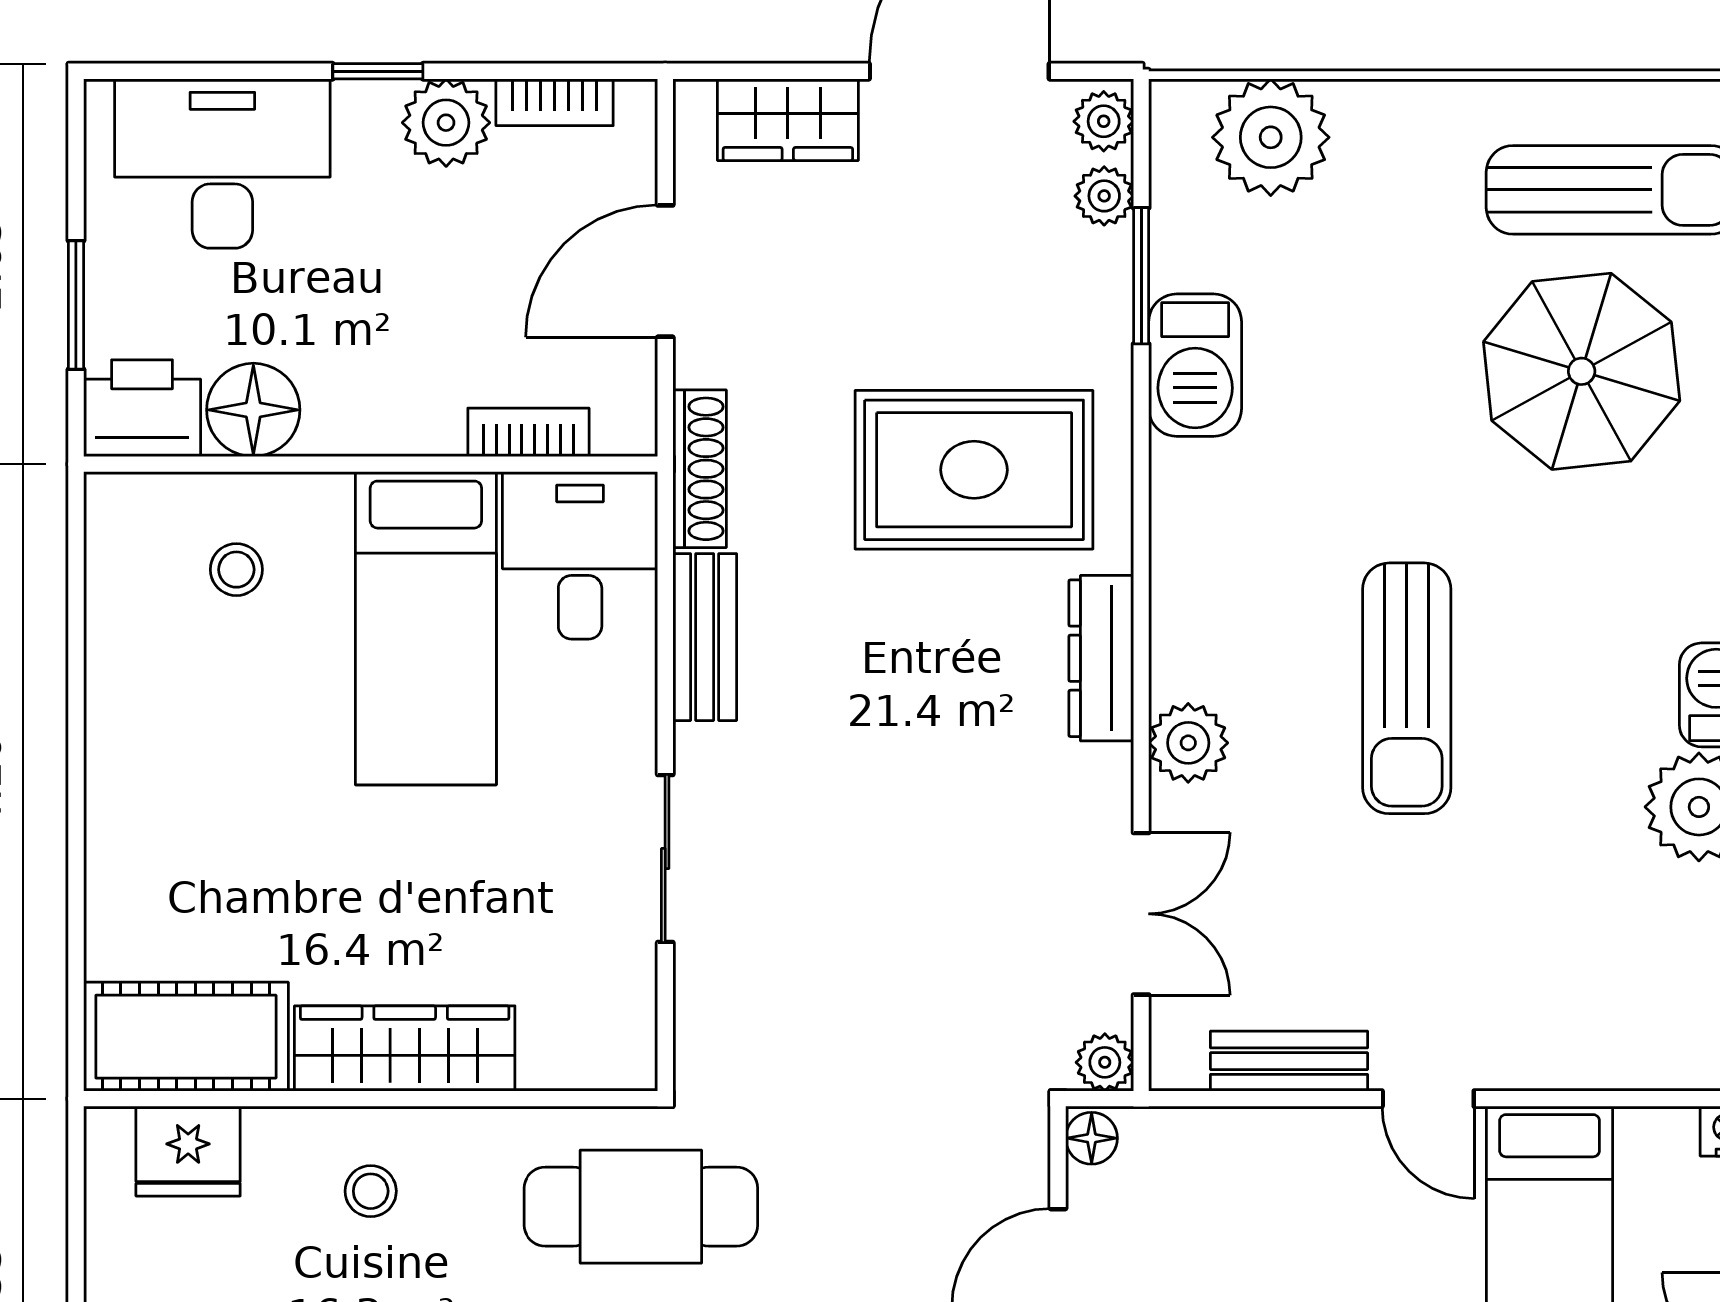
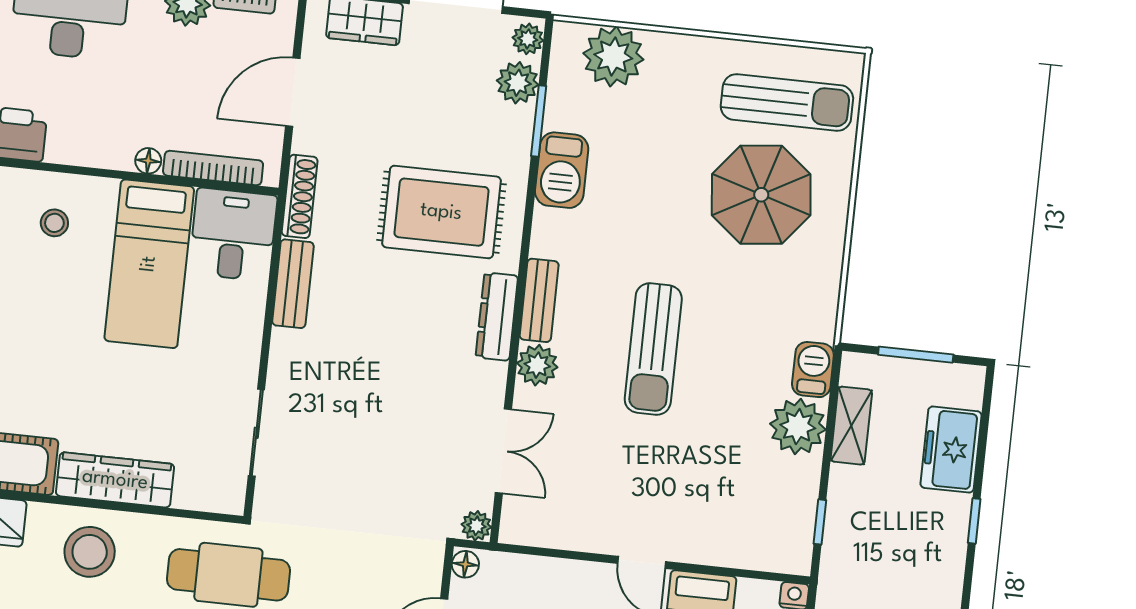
plant: (1104, 196) -> (518, 83), width x1.38, depth x1.38
floor lamp: (253, 410) -> (148, 161), moved, width x0.53, depth x0.53
bookcase: (528, 432) -> (213, 168), width x1.56
sliding door: (665, 858) -> (256, 433), moved
bench: (1289, 1061) -> (539, 300), moved, turned 90
stool: (371, 1191) -> (90, 552), width x1.89, depth x1.89

